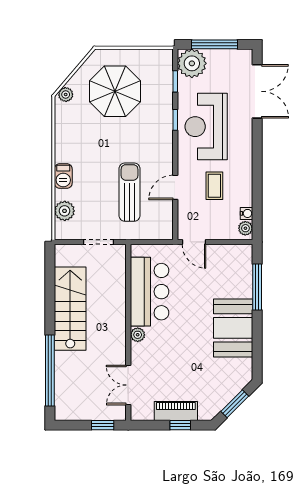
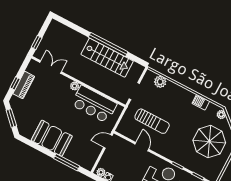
barbecue: (63, 176) -> (201, 102), moved
coffee table: (214, 186) -> (132, 168), removed
window: (50, 370) -> (108, 45), moved

